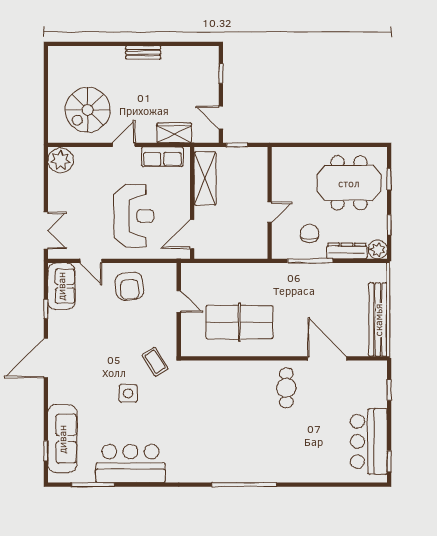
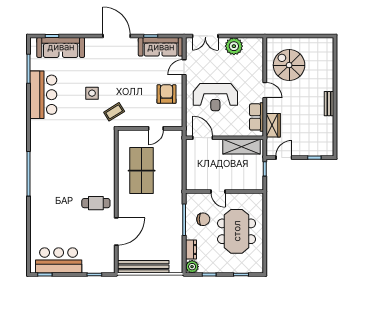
plant: (60, 160) -> (234, 46), moved
meeting table: (349, 183) -> (237, 231), moved
dresser: (347, 251) -> (191, 249), width x0.70
sofa: (61, 286) -> (161, 47), width x1.36
armchair: (129, 286) -> (167, 94), turned 95

